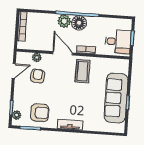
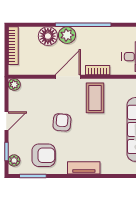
floor lamp: (79, 23) -> (48, 36), moved
door: (63, 53) -> (68, 77), hinge flipped
plant: (37, 58) -> (14, 84), moved
door: (14, 71) -> (6, 121), moved
armchair: (38, 76) -> (62, 122), moved

